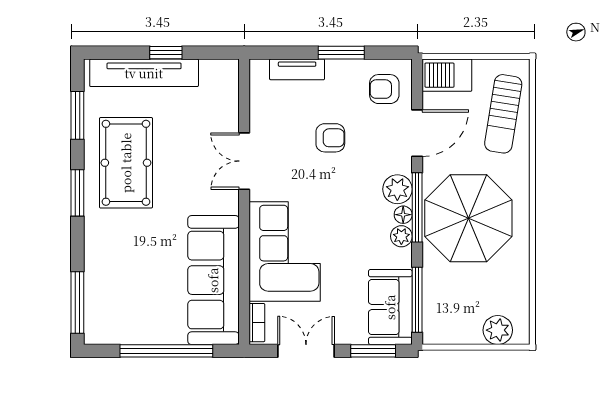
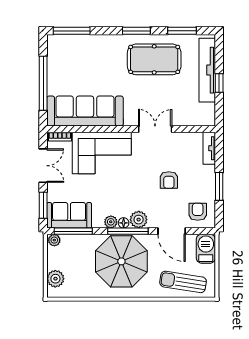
tv unit: (297, 69) -> (209, 148), moved
plant: (432, 332) -> (54, 240), added

